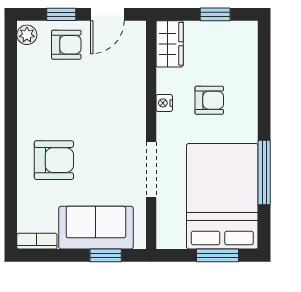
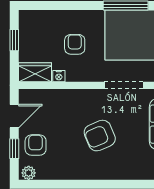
door: (107, 14) -> (14, 116), hinge flipped
nightstand: (164, 103) -> (59, 76), moved
armchair: (54, 160) -> (100, 136), moved, turned -113

